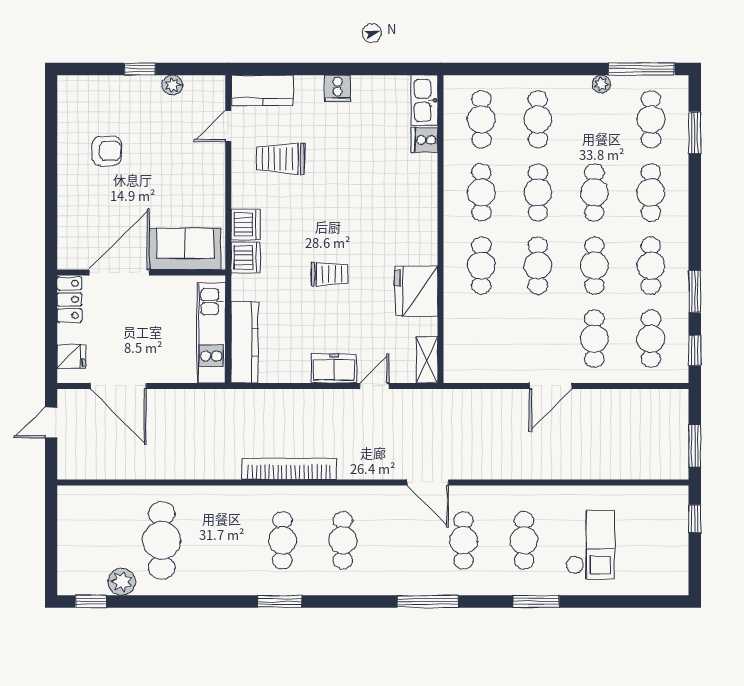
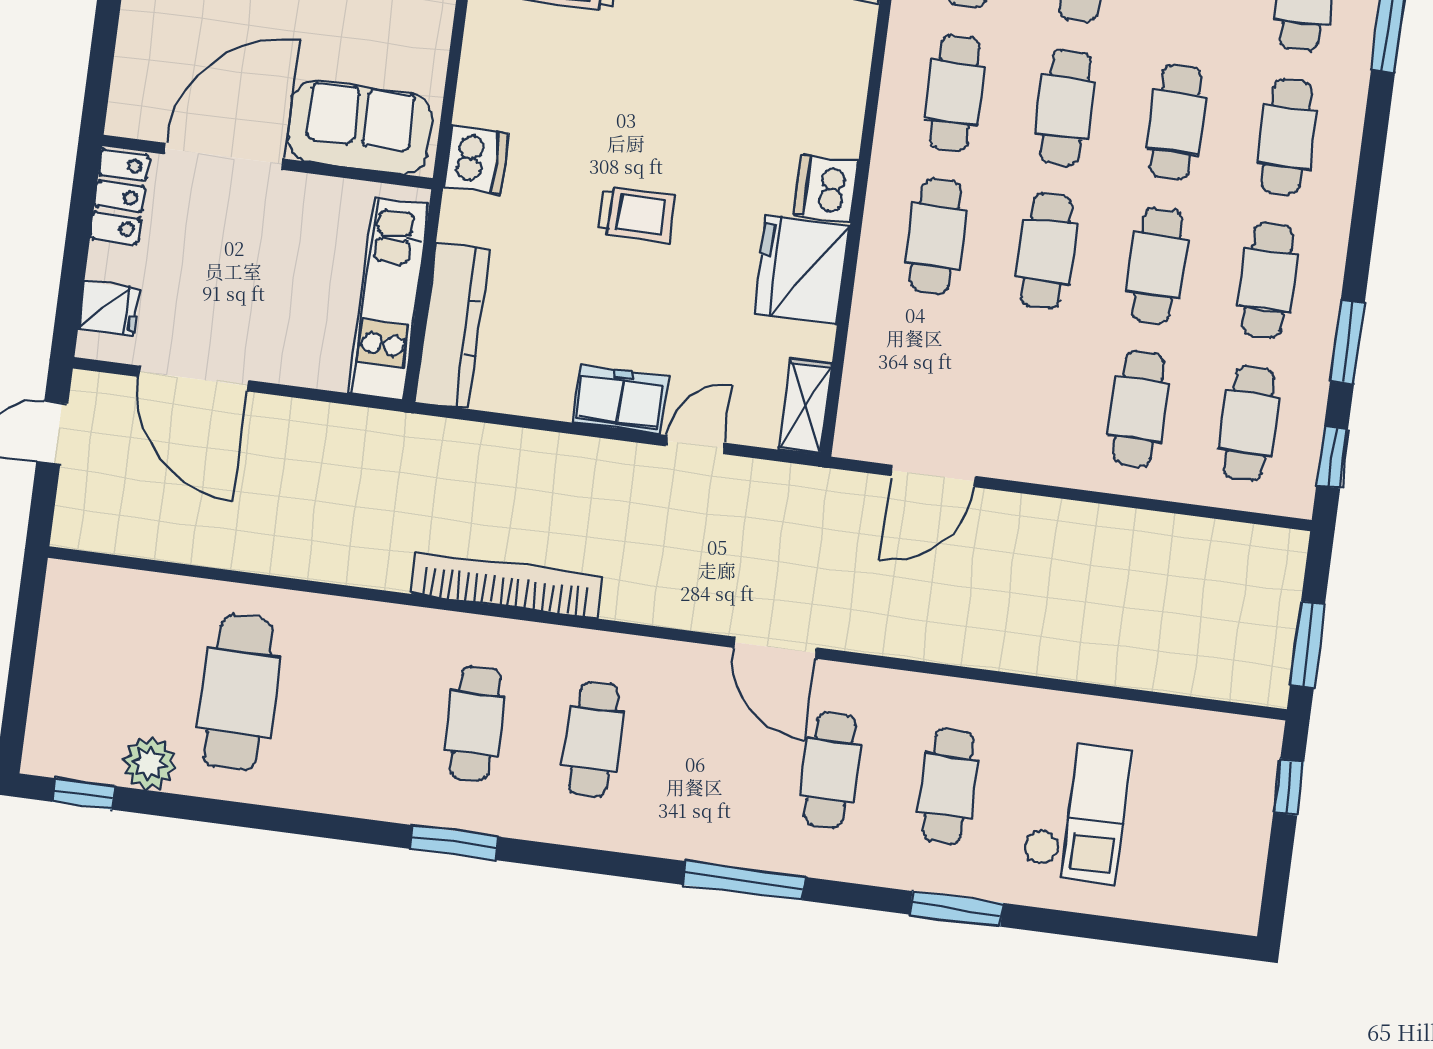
dishwasher: (245, 225) -> (826, 188), moved, turned 180
door: (551, 386) -> (933, 476), moved

